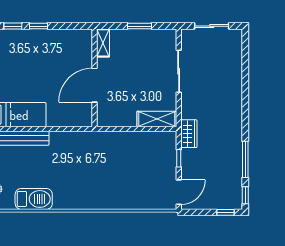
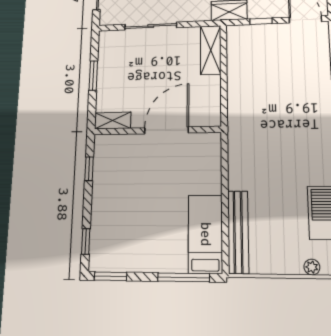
window: (38, 26) -> (89, 169), moved
door: (95, 85) -> (166, 130), swing flipped

